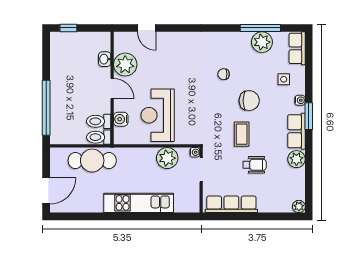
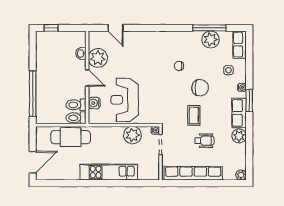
row of seats: (231, 204) -> (193, 173), width x1.36

